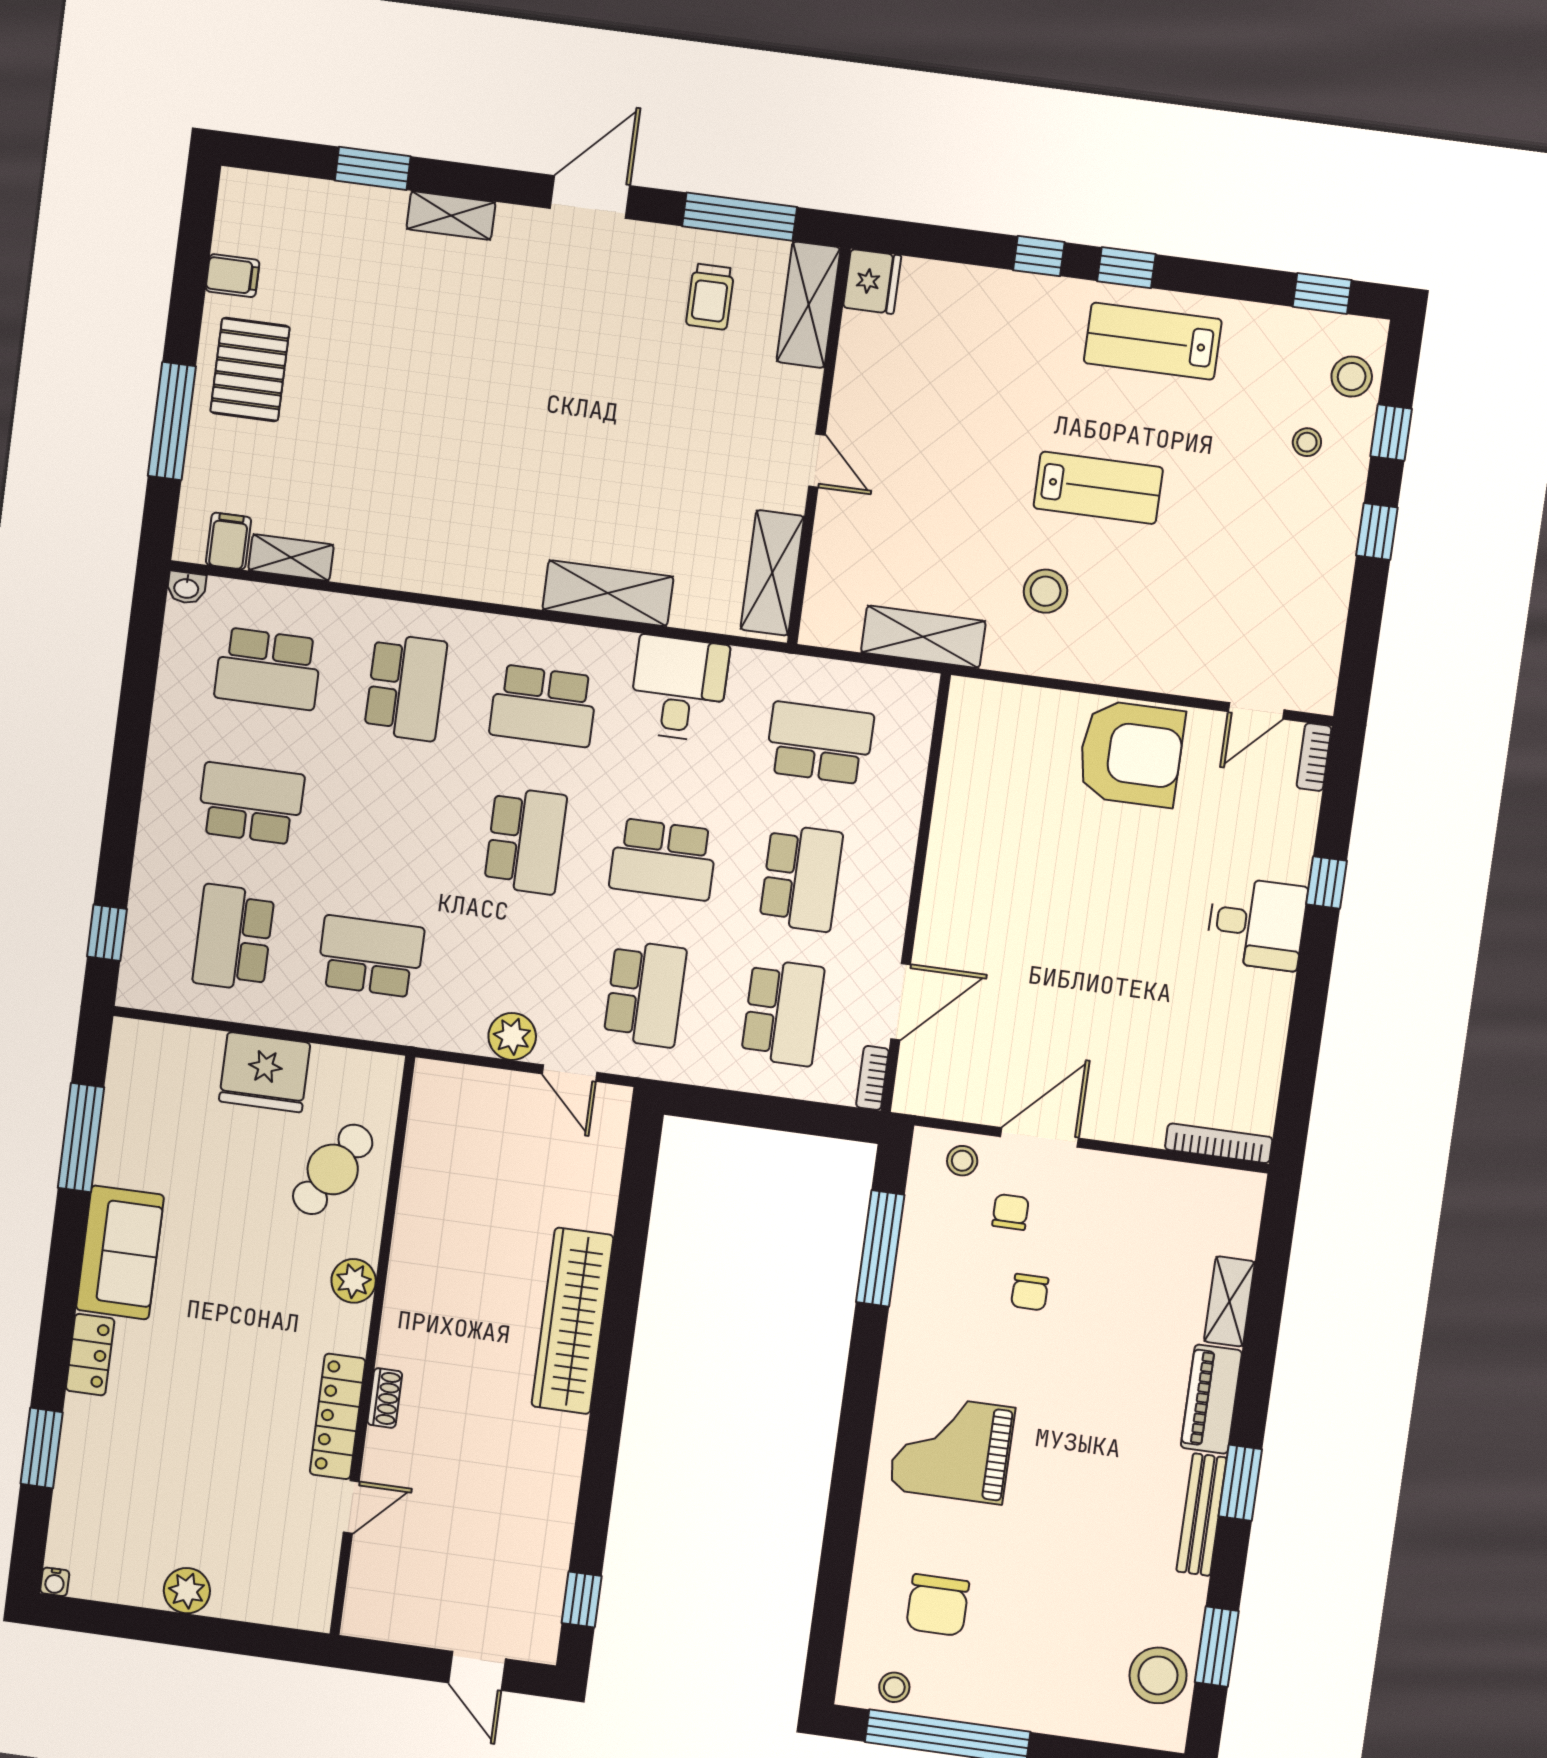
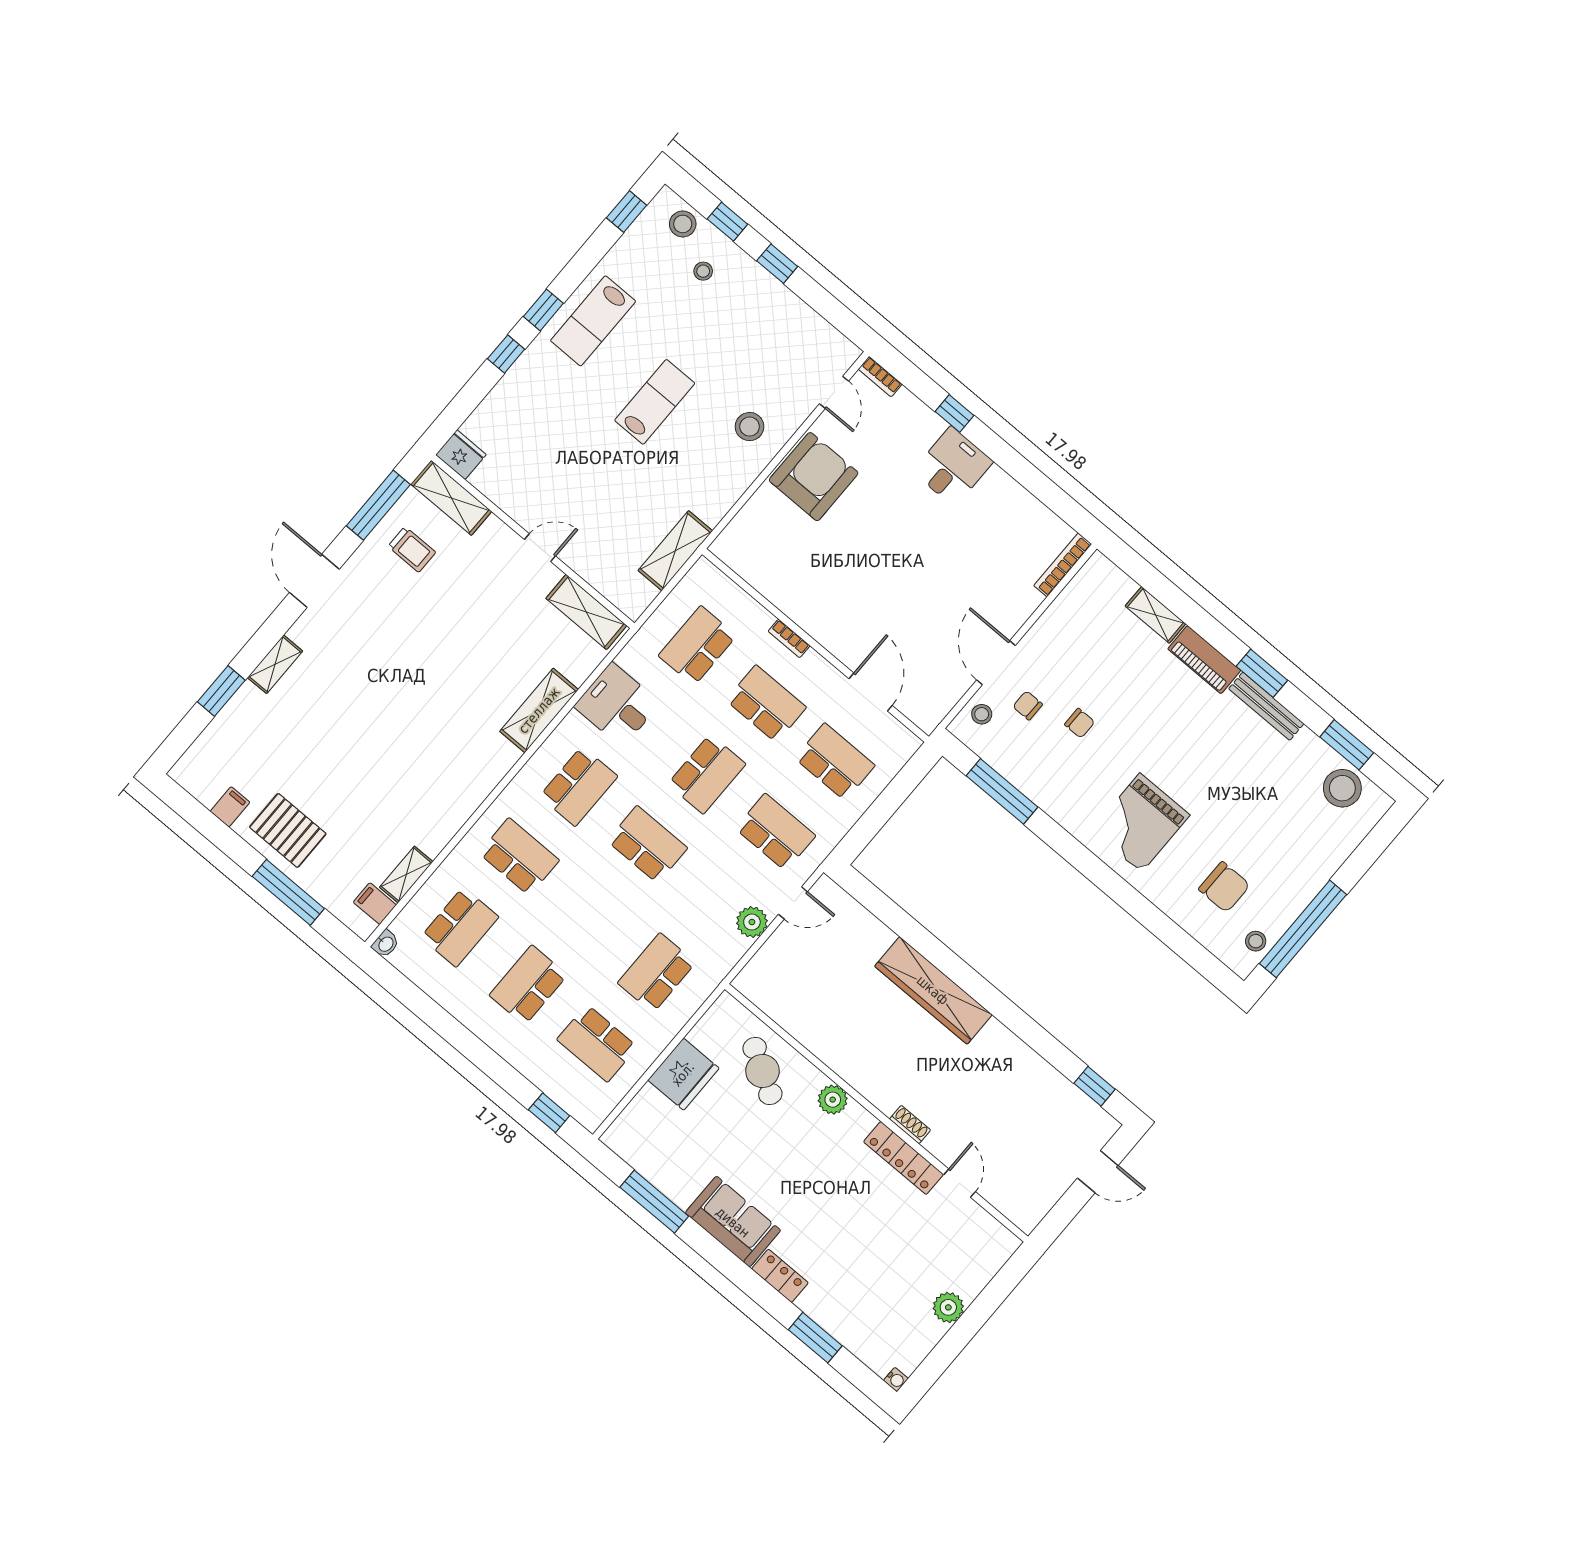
stool: (1046, 591) -> (750, 427), moved
bookcase: (872, 1078) -> (789, 638), moved

